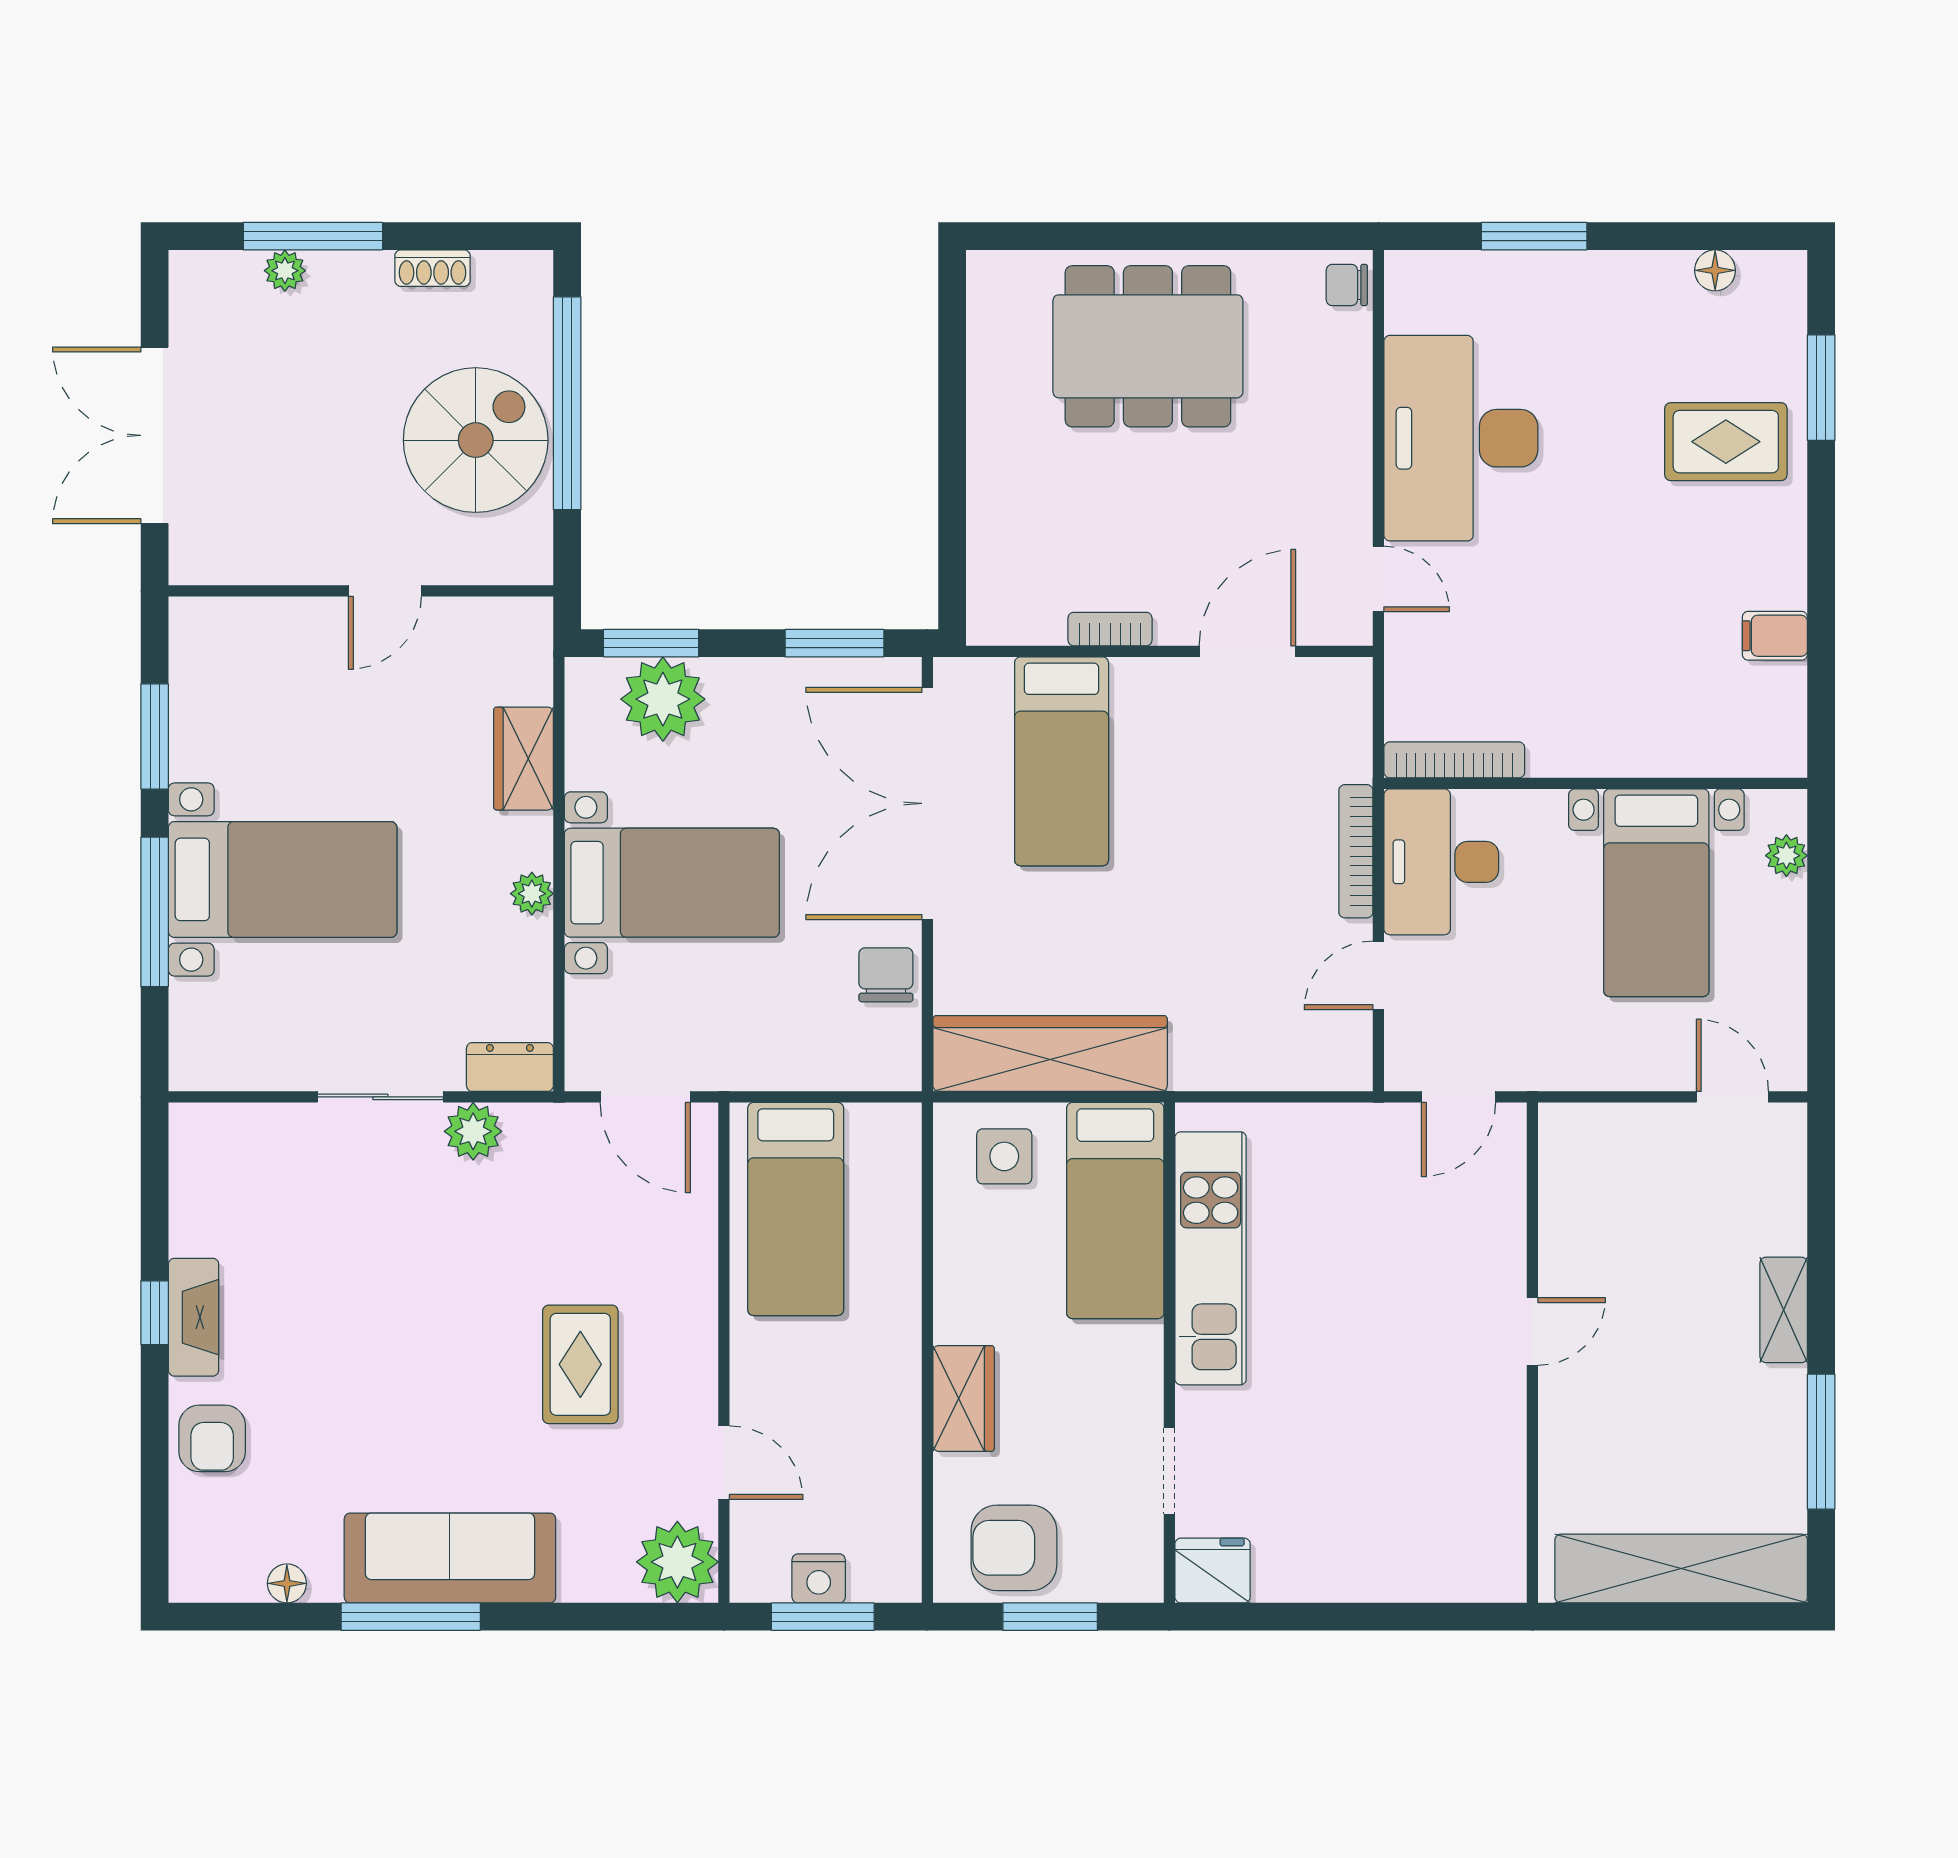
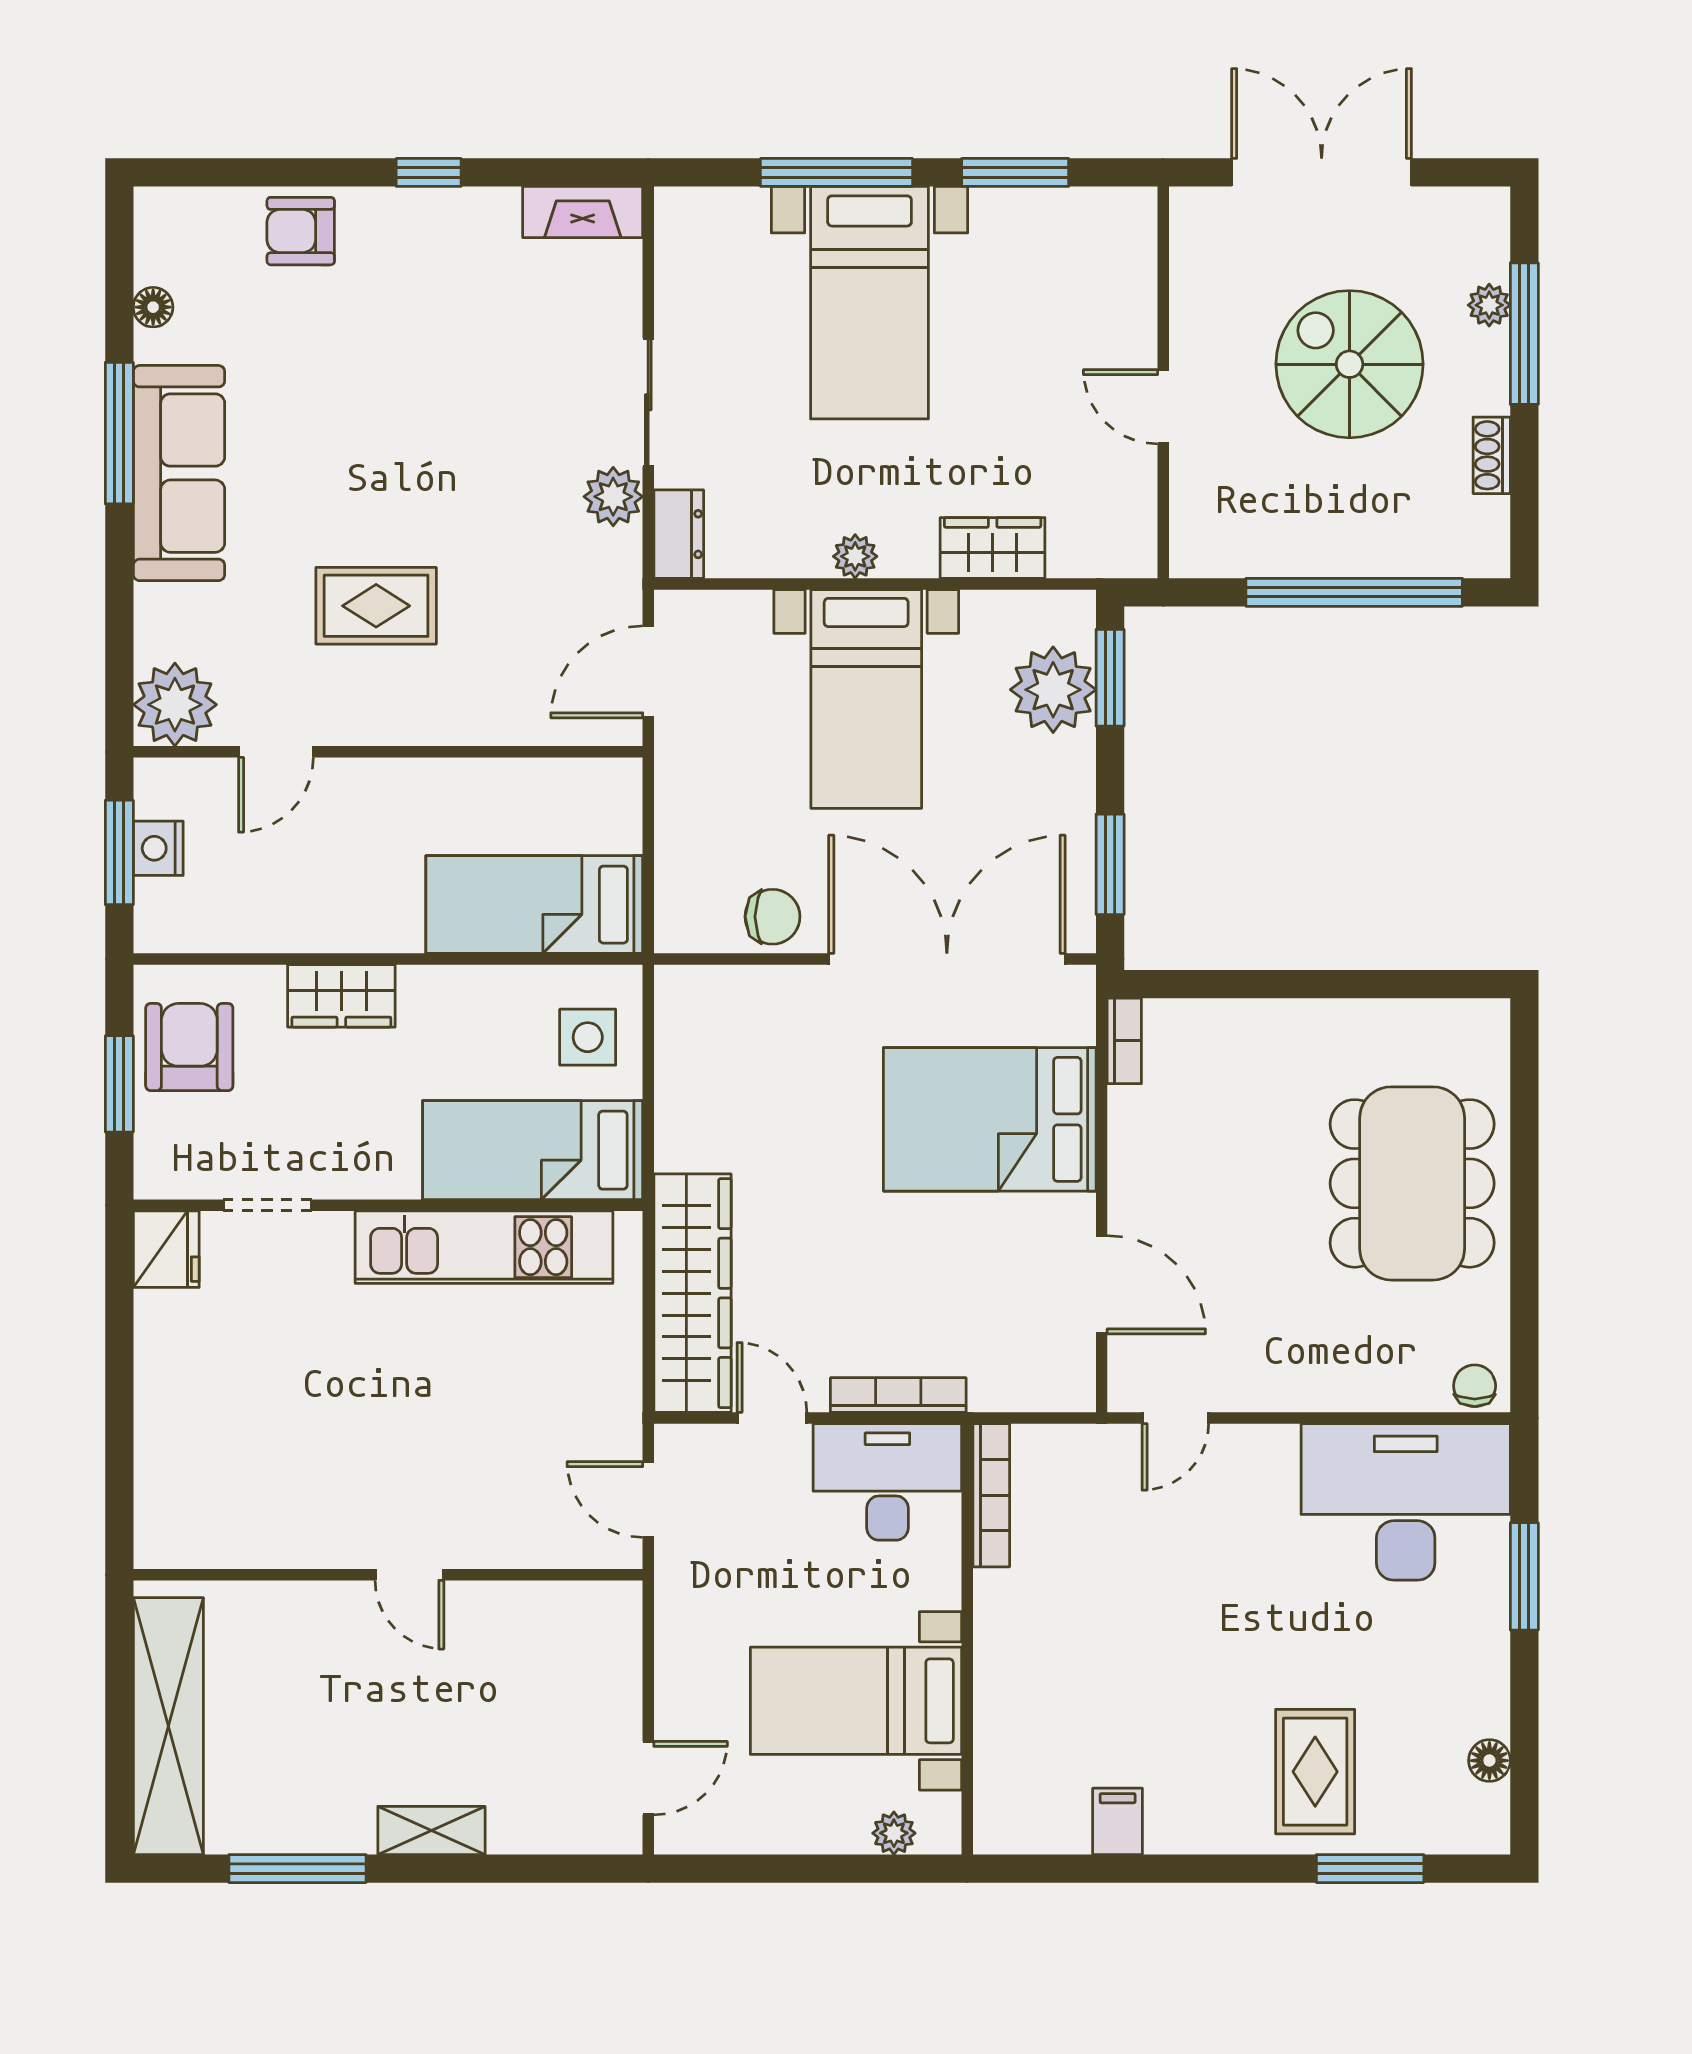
desk: (1461, 438) -> (1406, 1502), moved
spiral stairs: (476, 440) -> (1350, 364), moved, turned 180
bookcase: (1110, 629) -> (1124, 1041), moved
bed: (1062, 761) -> (990, 1119), width x1.50
wardrobe: (1050, 1053) -> (692, 1293), moved
bed: (796, 1209) -> (534, 905), moved
fireplace: (194, 1317) -> (583, 212), moved

